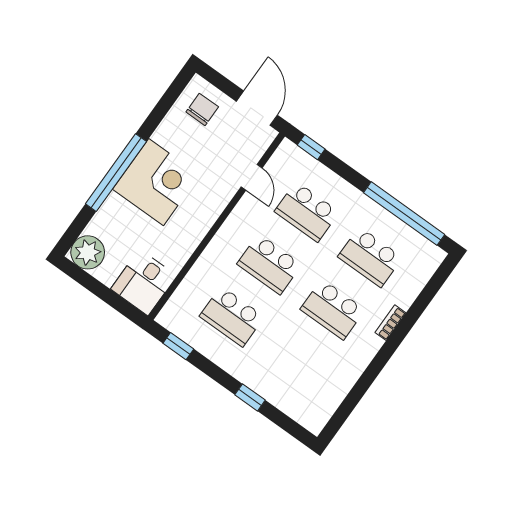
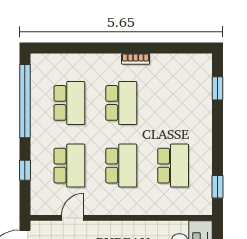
window: (311, 147) -> (25, 170), moved
bookcase: (391, 323) -> (136, 59), moved
window: (250, 397) -> (217, 88), moved

